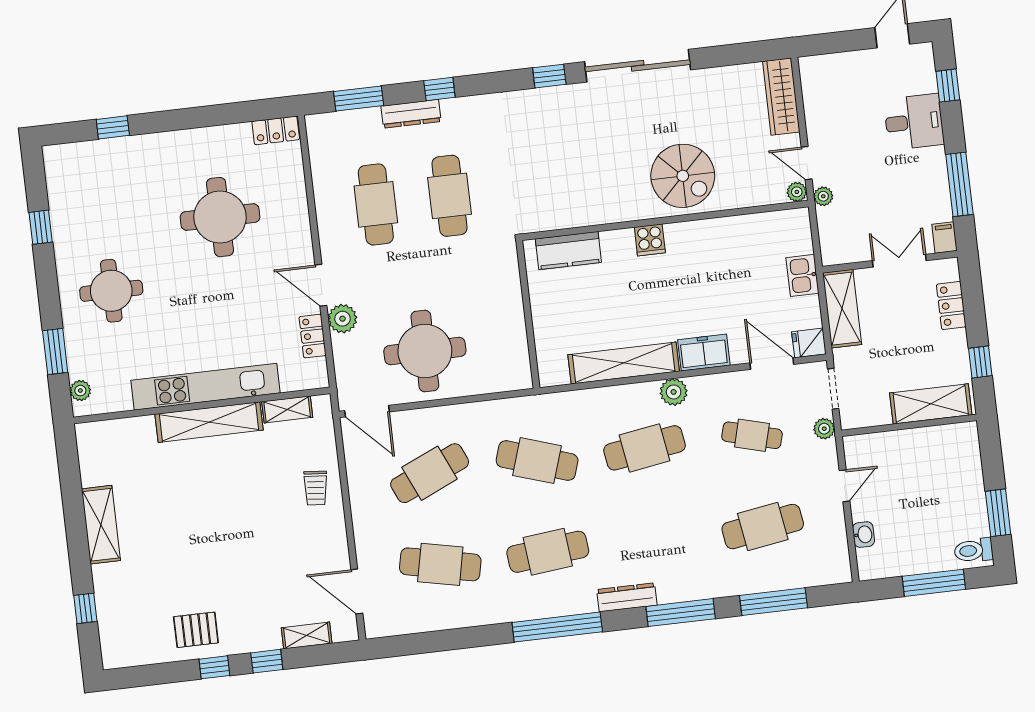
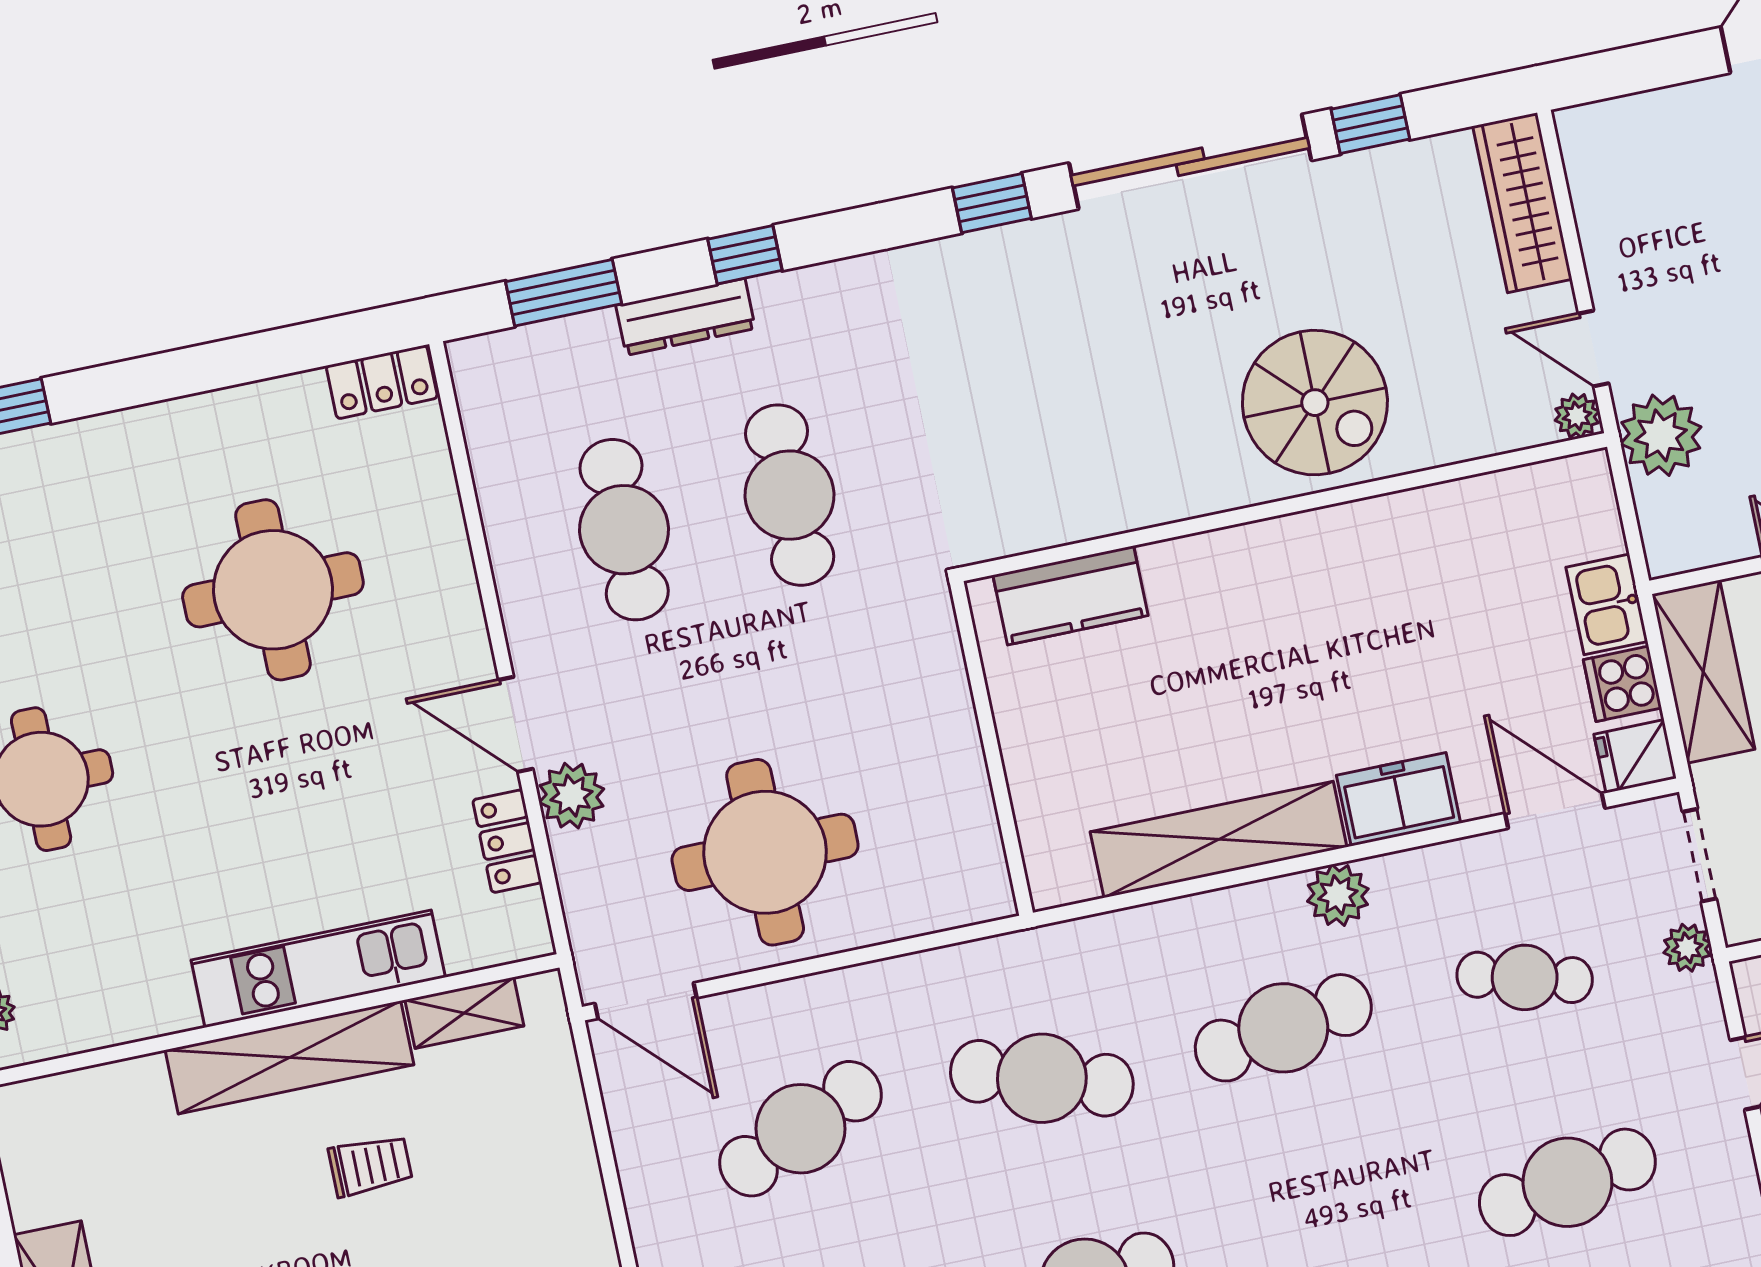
window: (718, 56) -> (1370, 124), added
plant: (823, 196) -> (1661, 435), width x1.87, depth x1.87
cooker: (650, 240) -> (1622, 684), moved, turned 90
kitchen unit: (206, 387) -> (318, 969), width x0.73
trolley: (316, 488) -> (370, 1166), moved, turned -95

